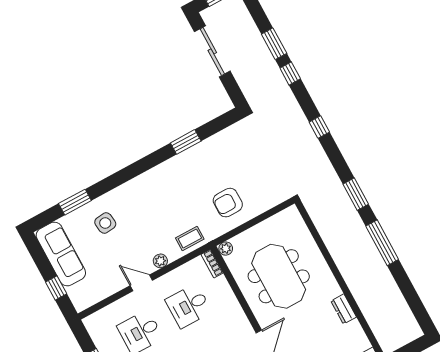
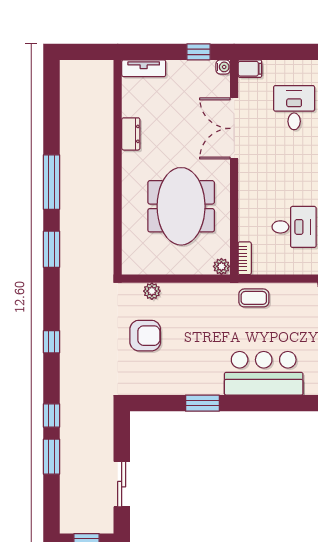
sliding door: (212, 51) -> (122, 484), width x0.73
bar counter: (153, 188) -> (264, 373), added
armchair: (228, 203) -> (145, 336), moved
plant: (160, 261) -> (152, 291), moved

